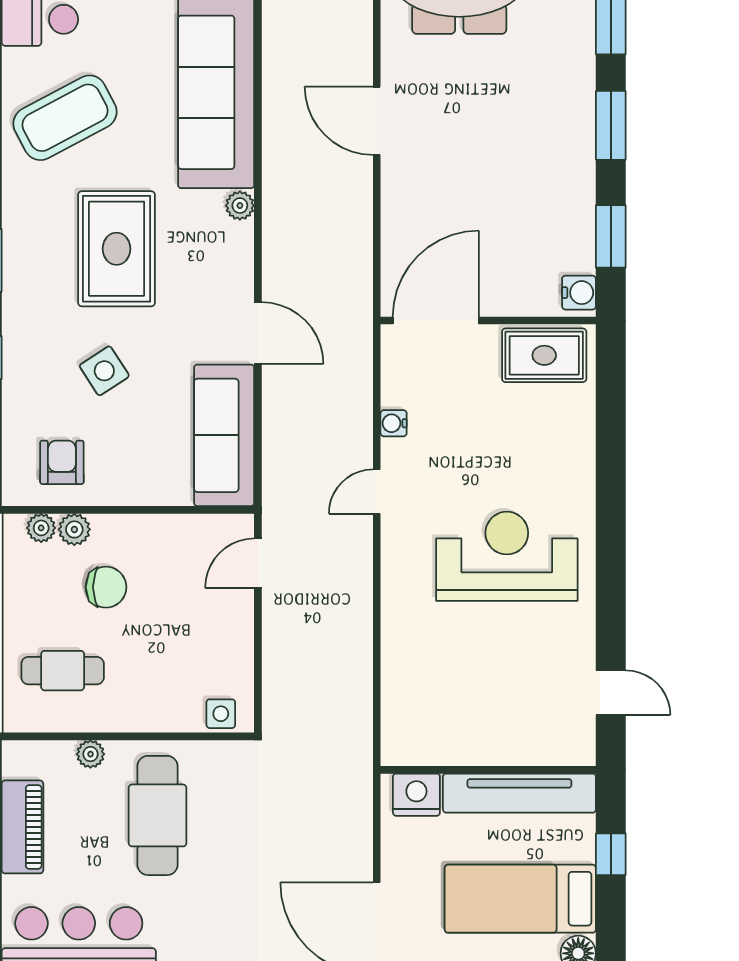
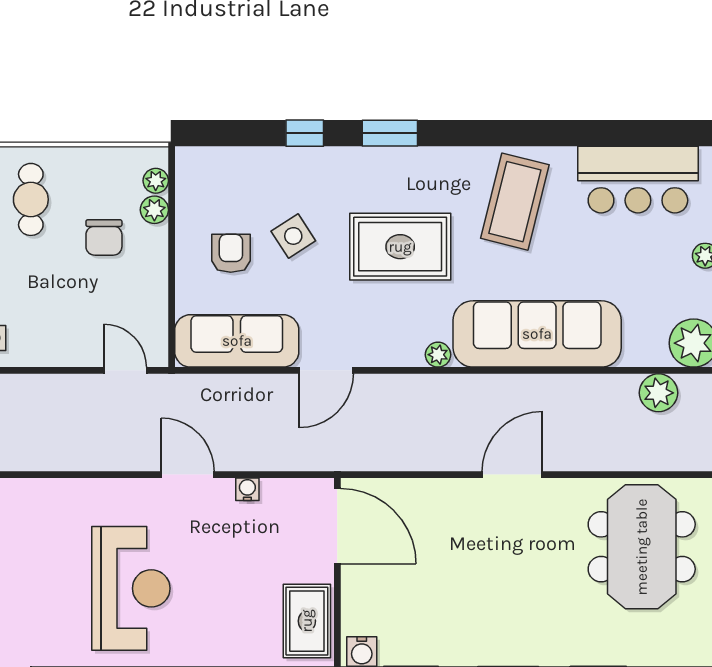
coffee table: (65, 118) -> (515, 202), turned 42
armchair: (62, 462) -> (231, 253), moved, turned -90
door: (377, 491) -> (188, 475), width x1.38

